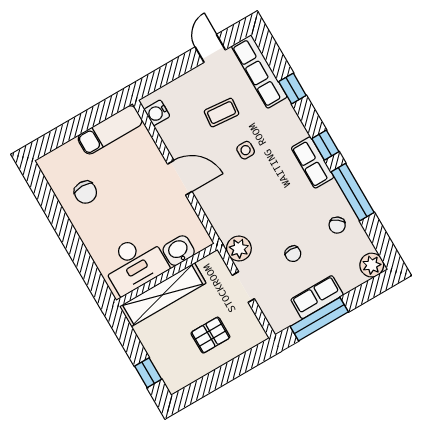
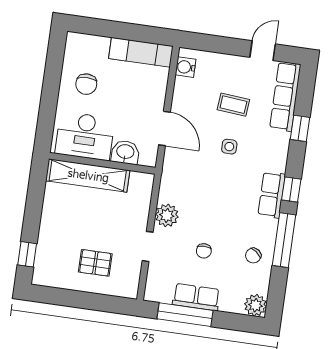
washbasin: (179, 251) -> (125, 152), moved
desk: (134, 264) -> (85, 136), moved
wall: (167, 275) -> (102, 163), moved
shelving: (163, 295) -> (88, 176), moved

